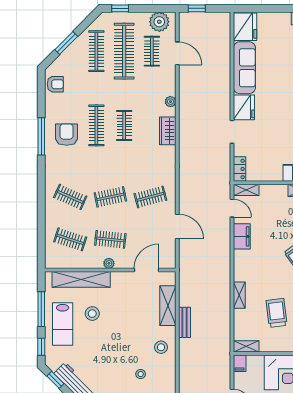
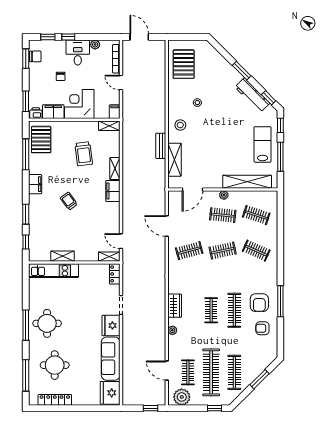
armchair: (55, 84) -> (262, 328), moved
filing cabinet: (242, 236) -> (113, 191), moved
stool: (92, 314) -> (238, 153), removed

